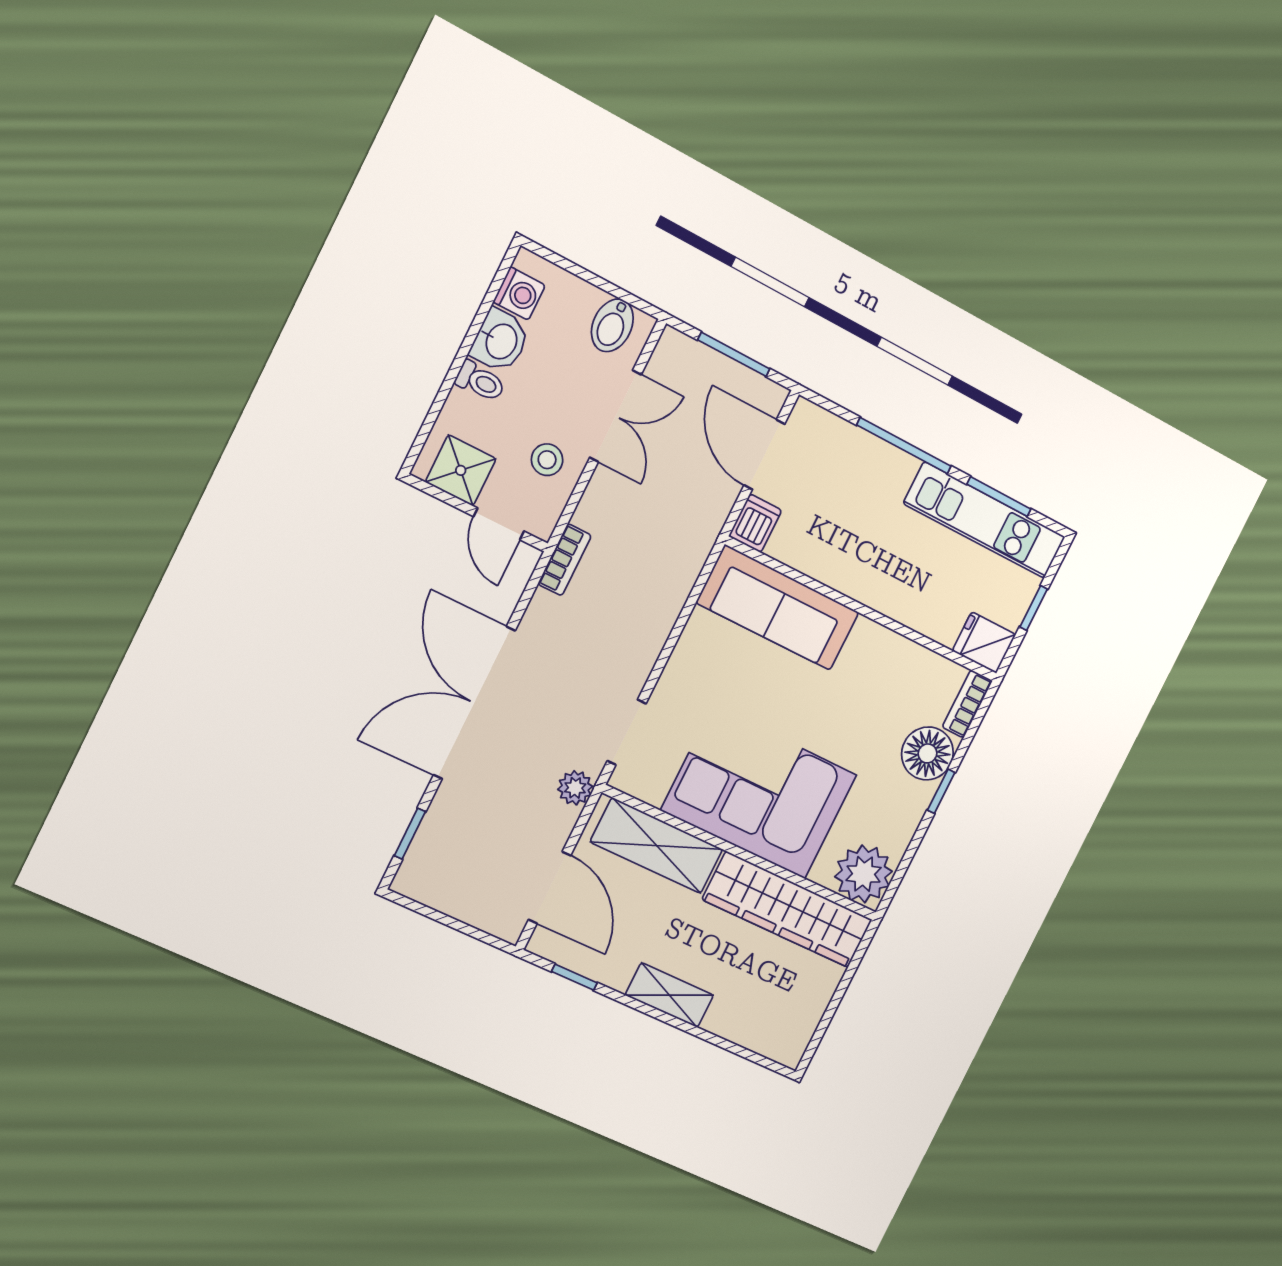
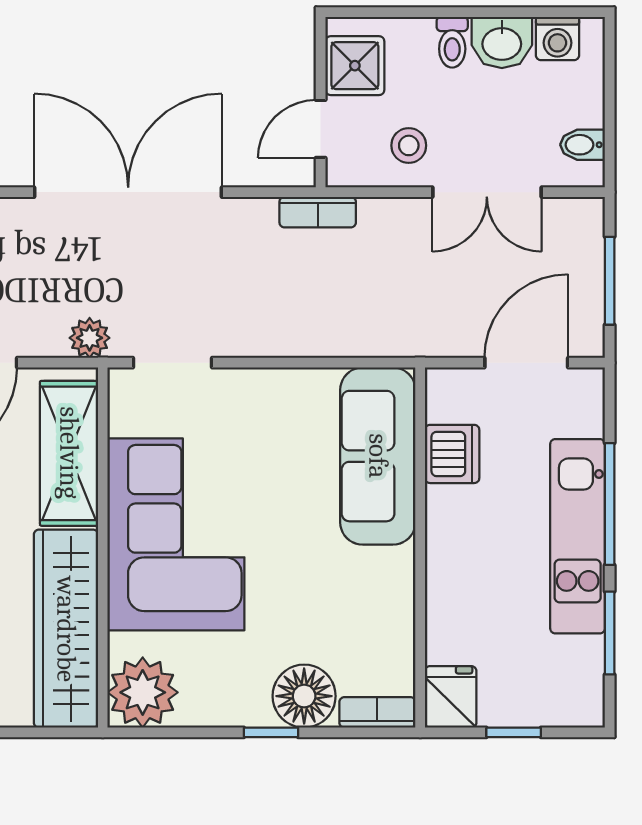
bidet: (612, 325) -> (583, 145), width x0.72, depth x0.74
kitchen unit: (985, 520) -> (578, 536), moved
dishwasher: (755, 523) -> (452, 454), moved, width x1.38

